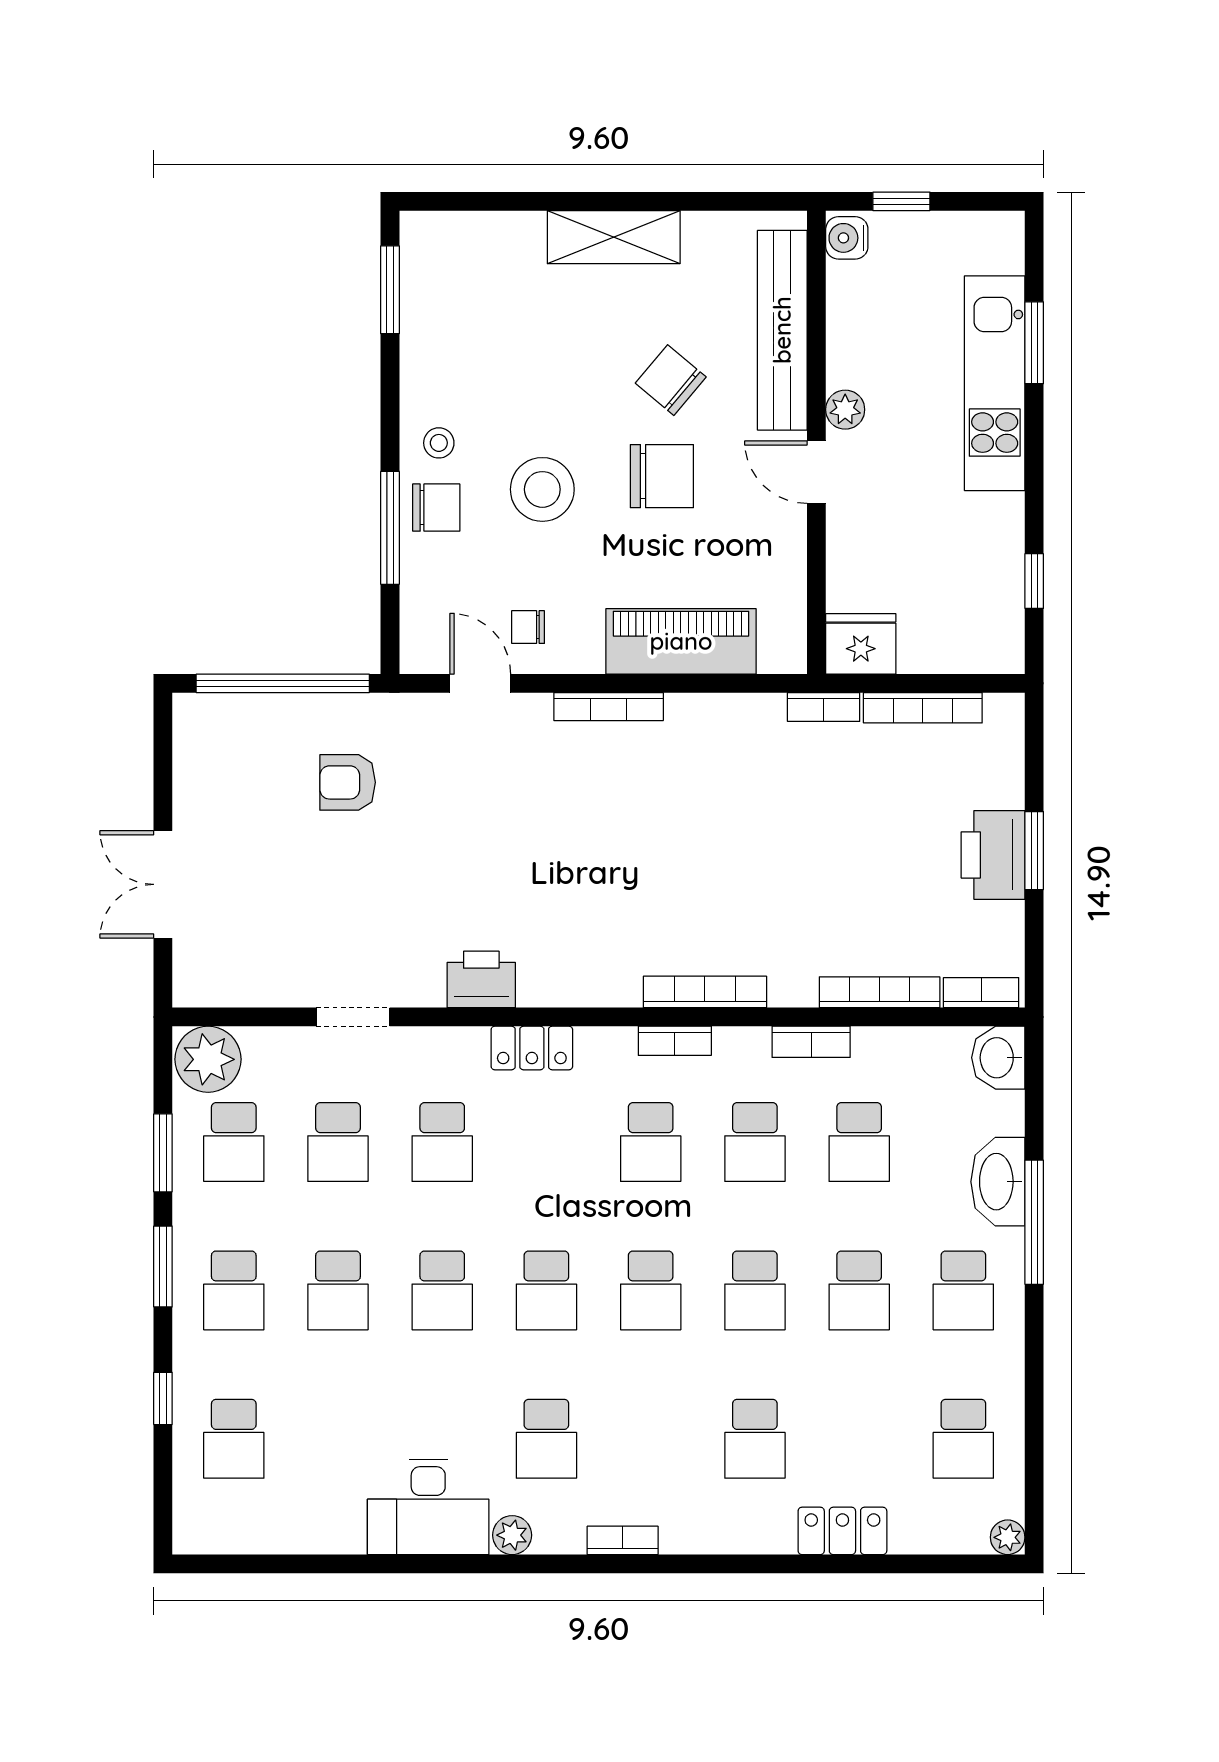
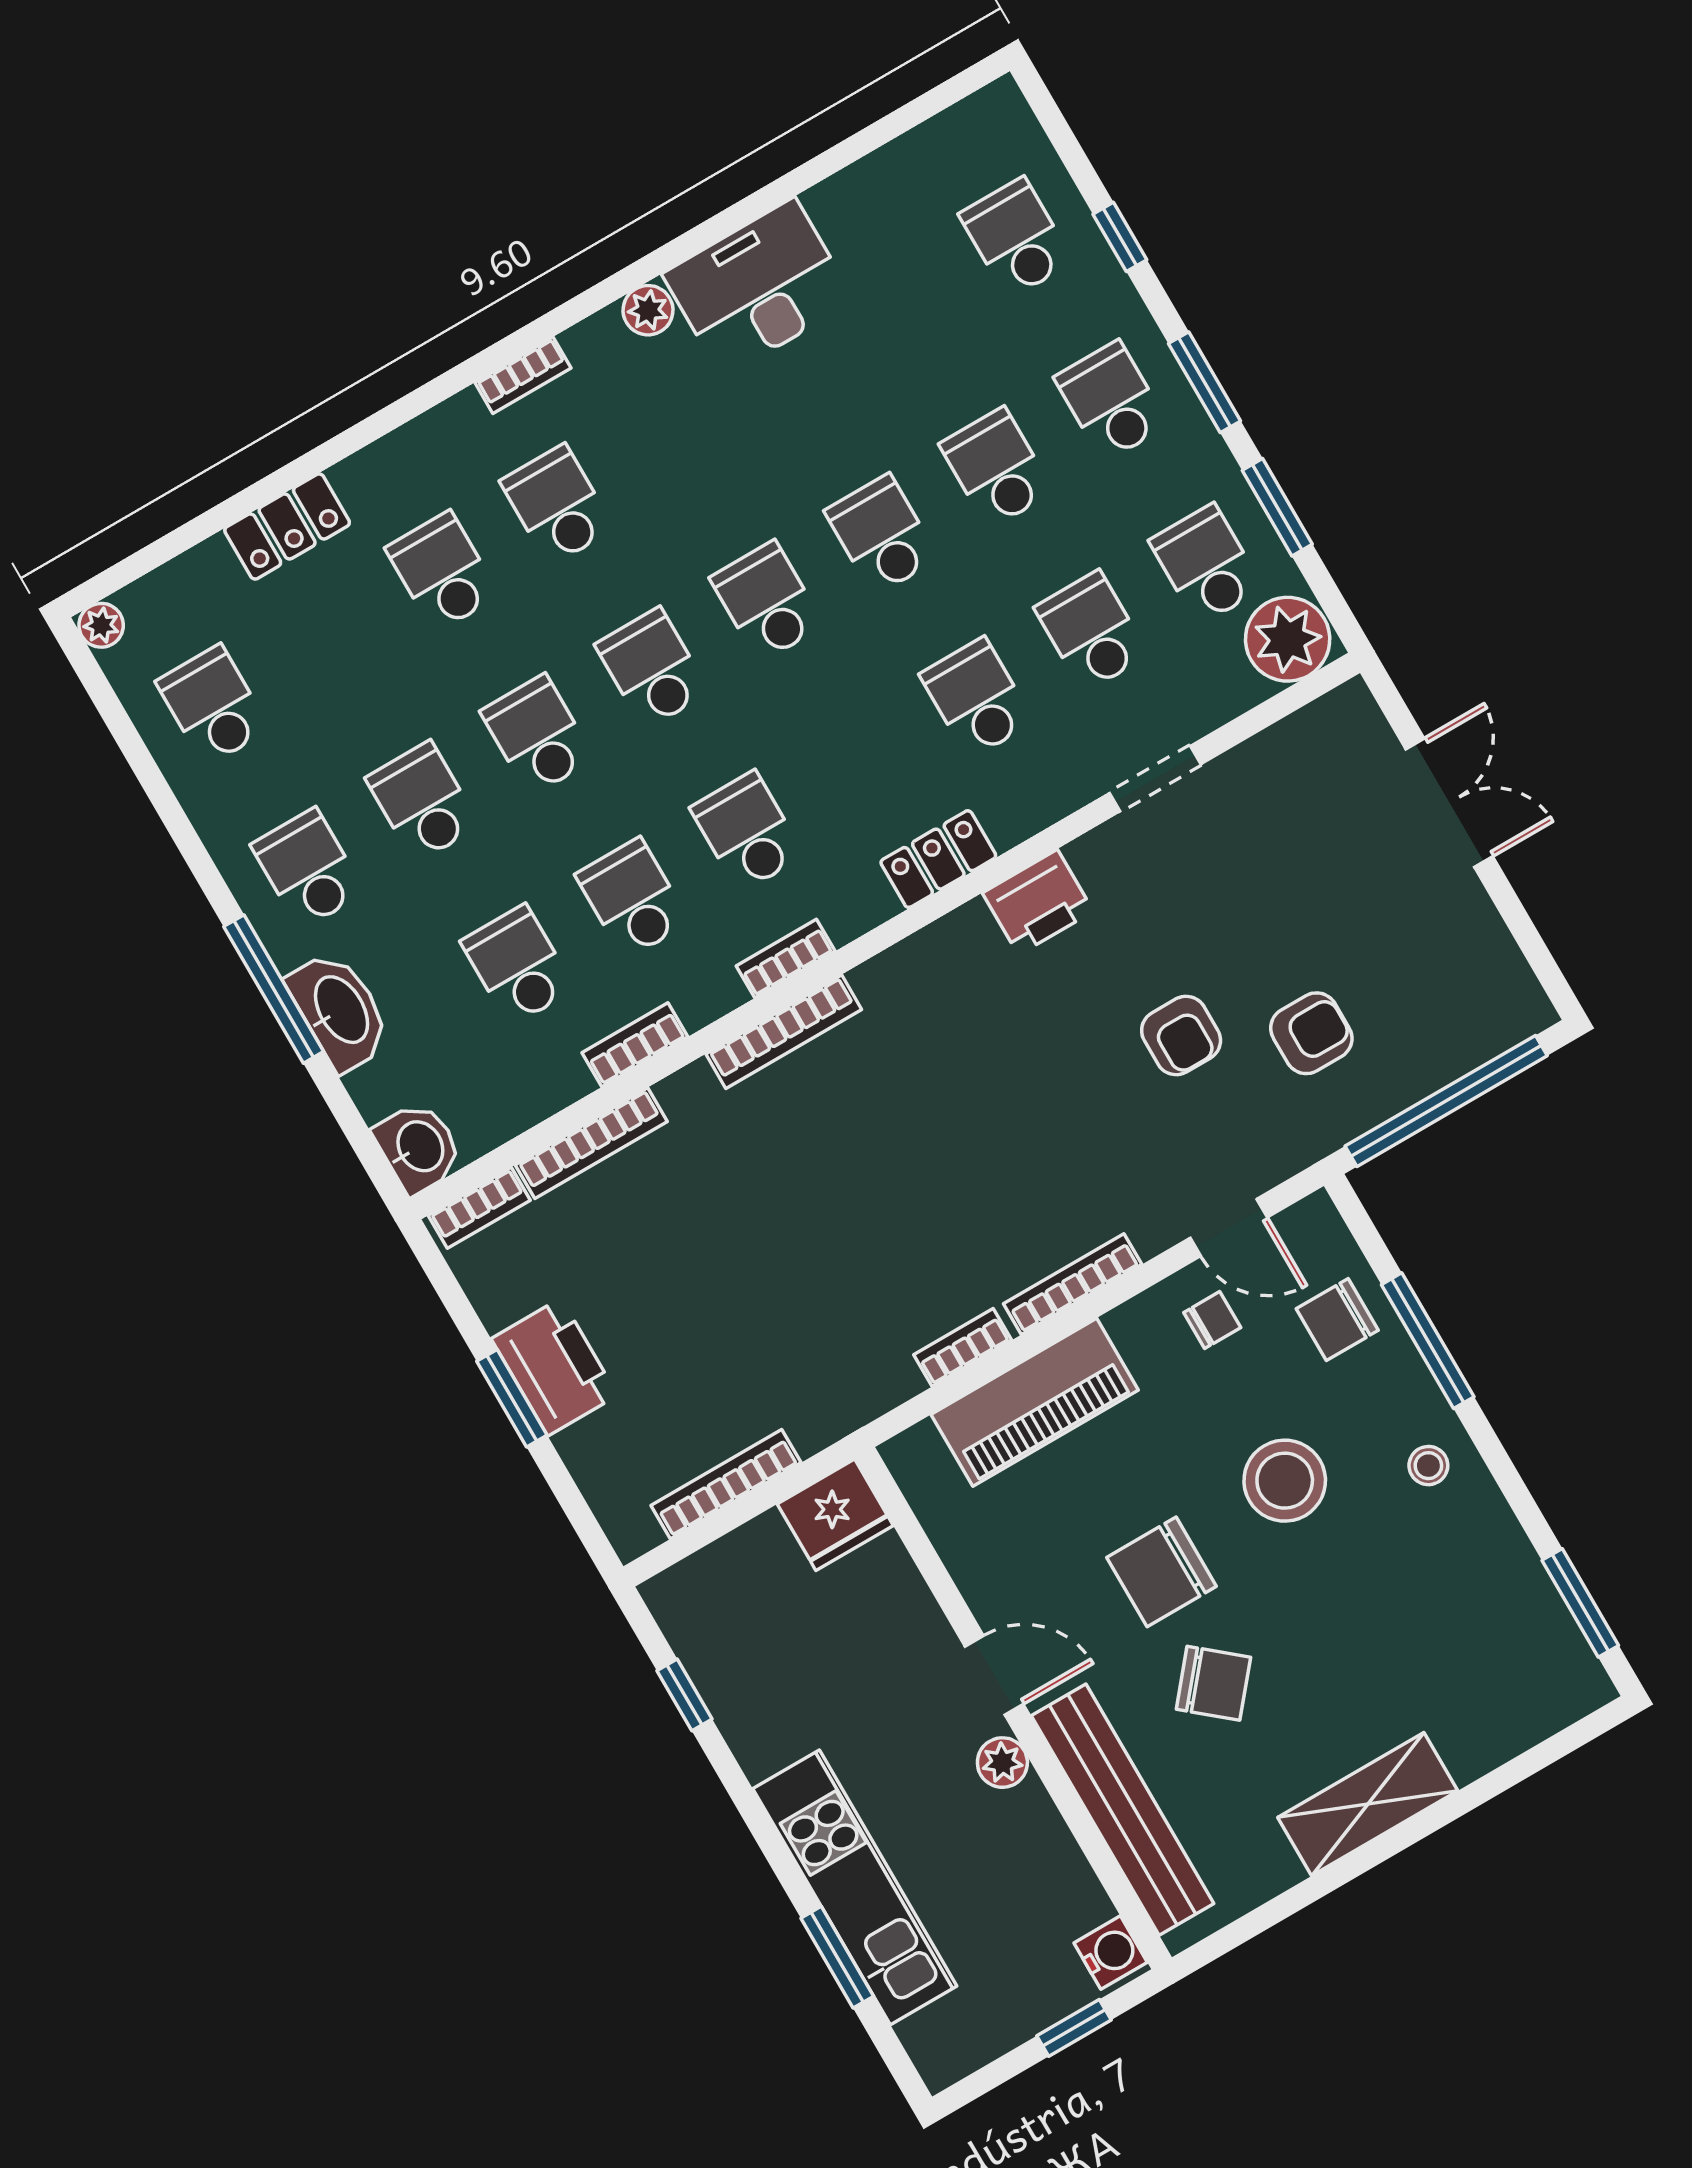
chair: (436, 508) -> (1337, 1319), moved
bookcase: (824, 707) -> (963, 1347), moved
armchair: (437, 832) -> (1181, 1036), added
school desk: (546, 1439) -> (557, 505), moved

